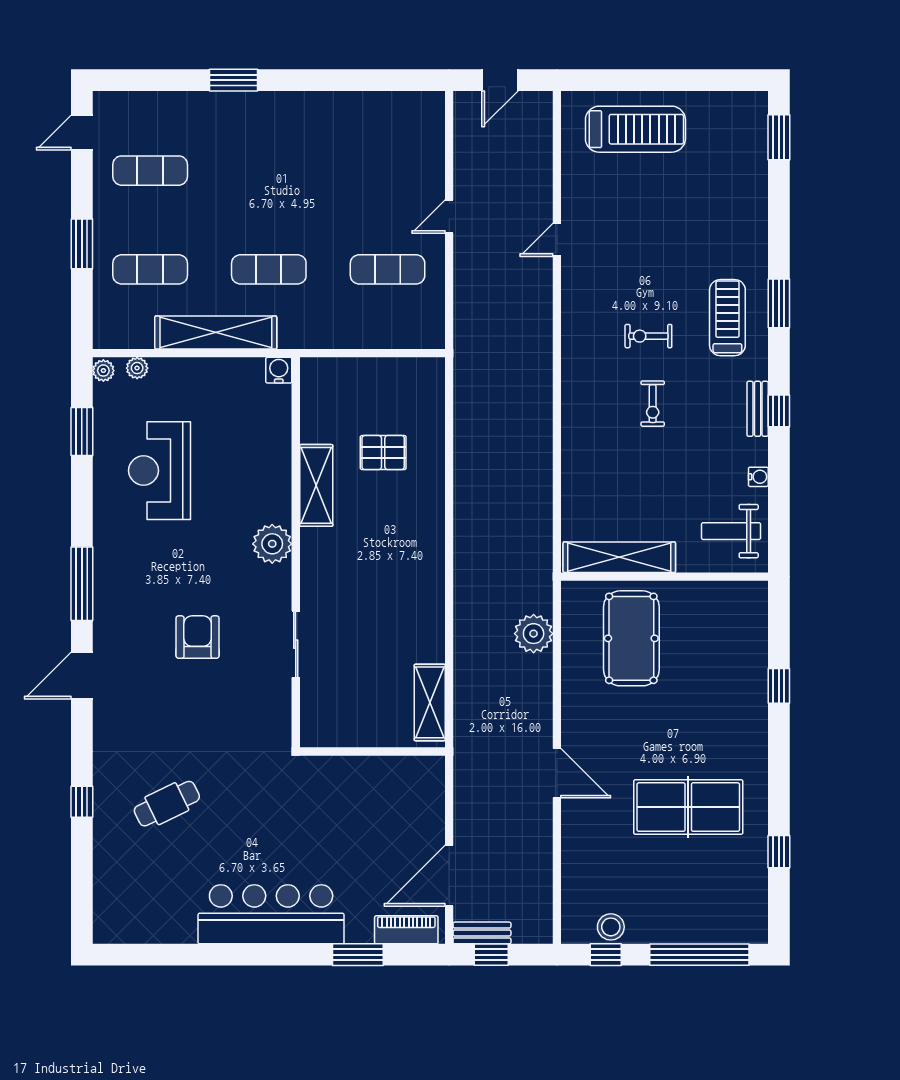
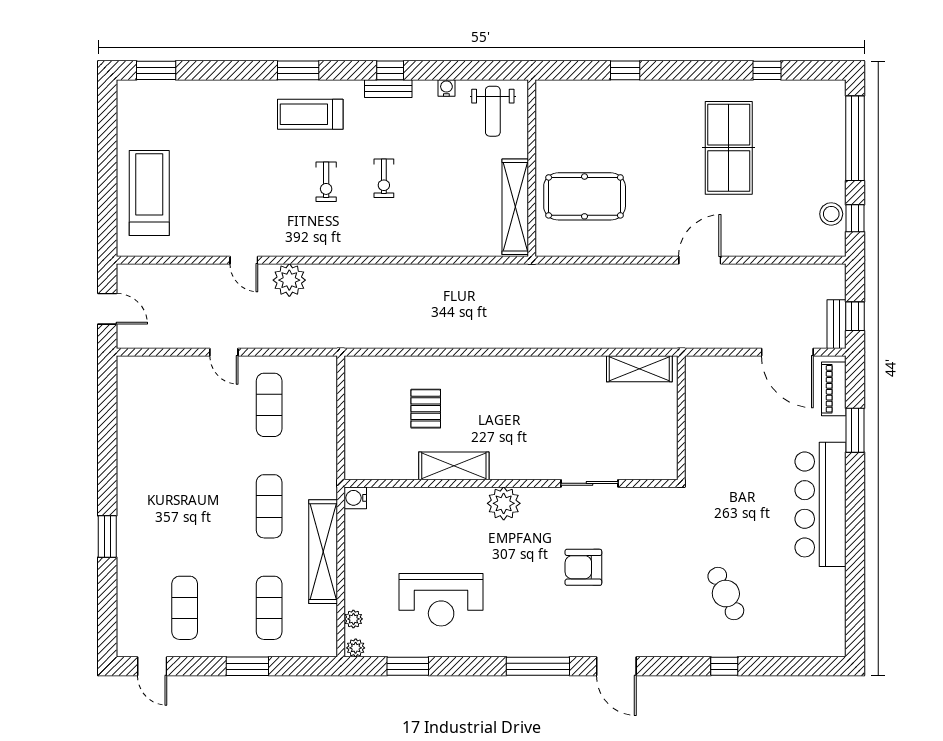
exercise bike: (653, 404) -> (384, 178), turned 90
plant: (534, 634) -> (289, 280), moved

